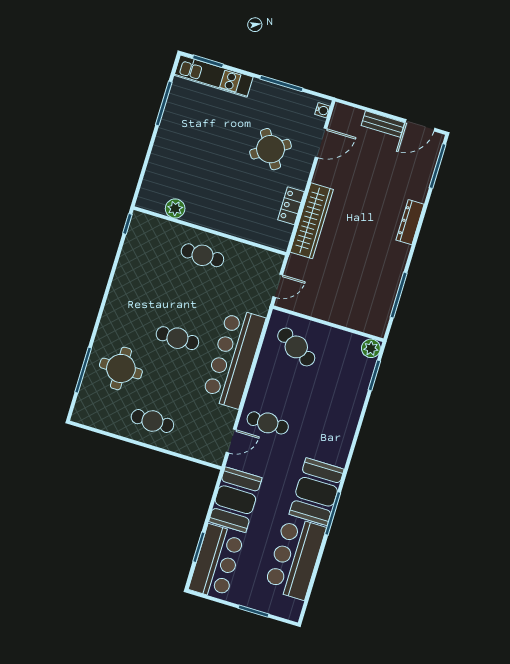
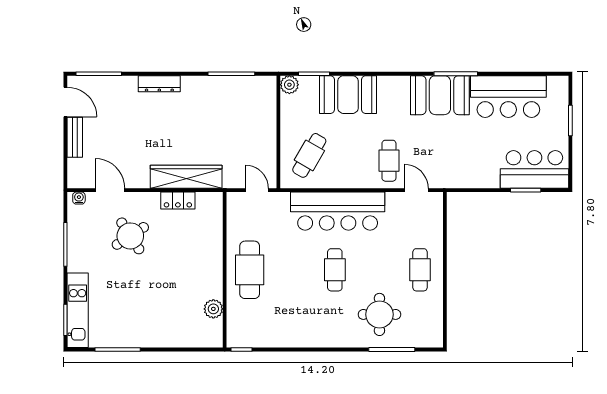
cafe table: (202, 255) -> (250, 270), width x1.37, depth x1.35
booth: (235, 500) -> (348, 95), moved

